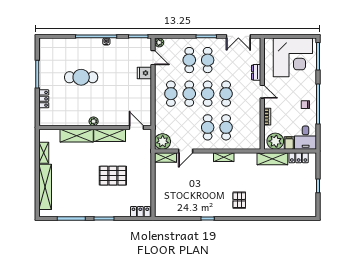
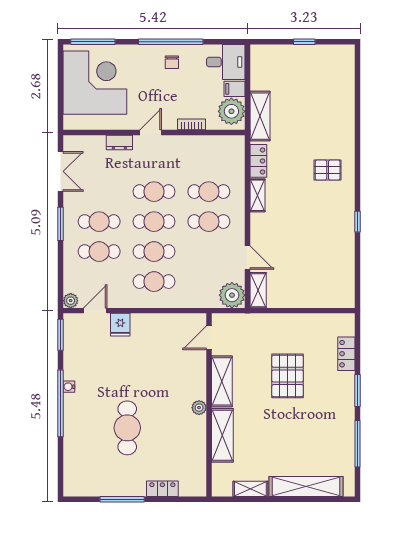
locker: (299, 158) -> (258, 161), moved
locker: (140, 212) -> (346, 354), moved

